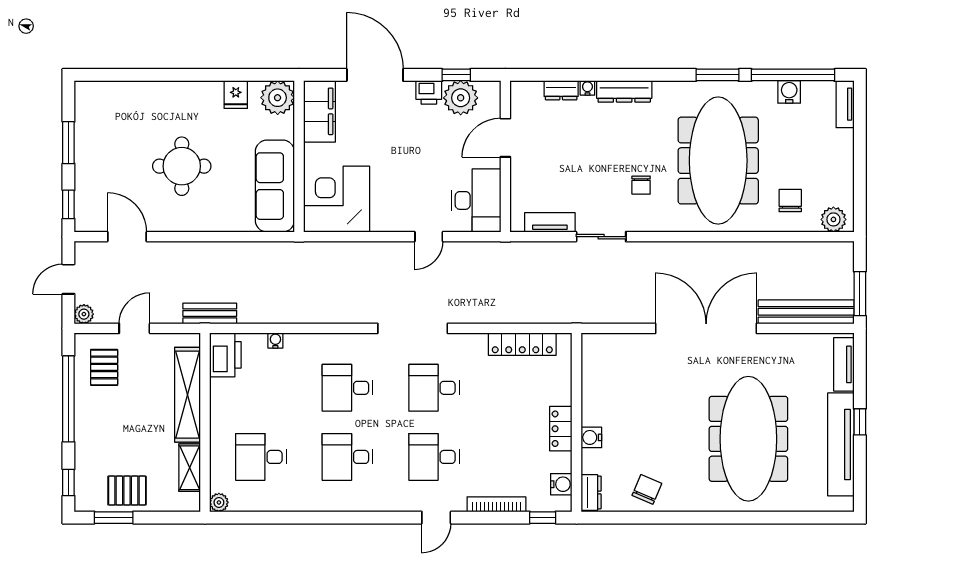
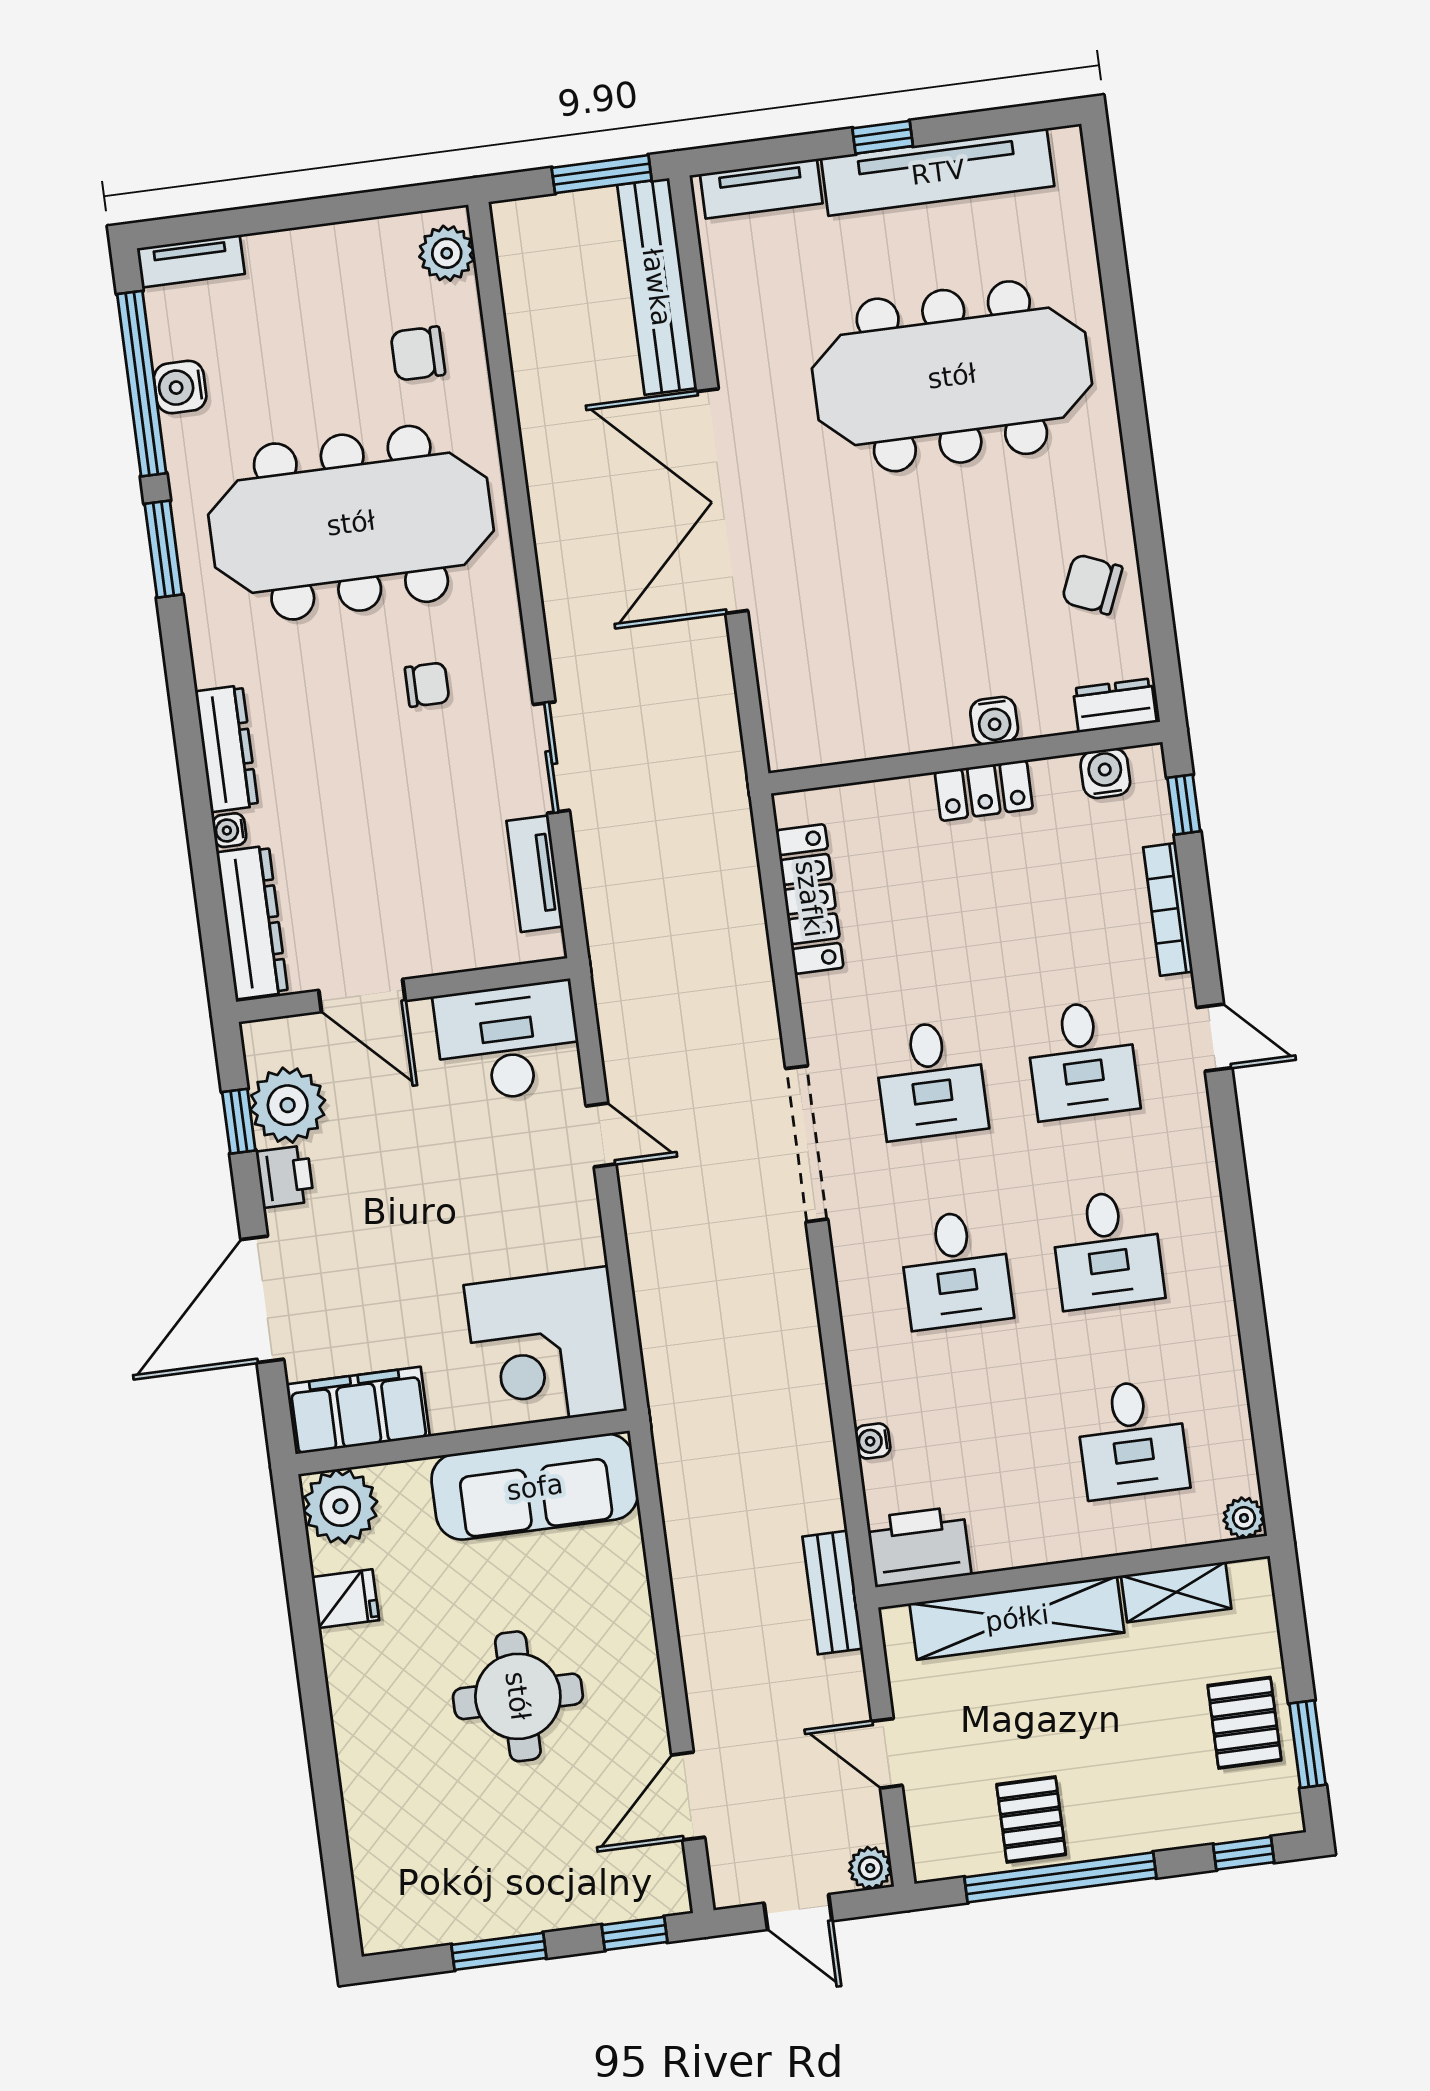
dresser: (561, 90) -> (252, 923), width x1.96, depth x1.24
pallet: (104, 367) -> (1031, 1820), moved, turned 90

